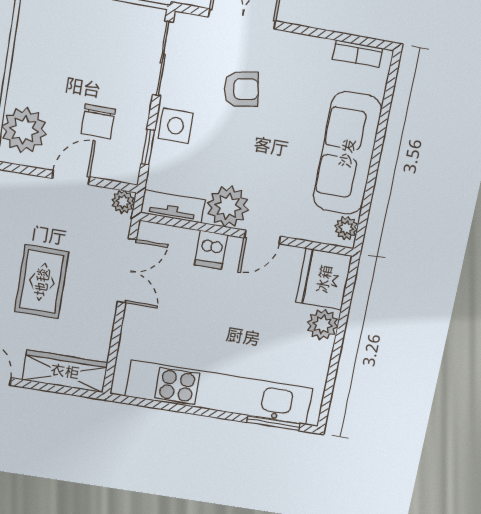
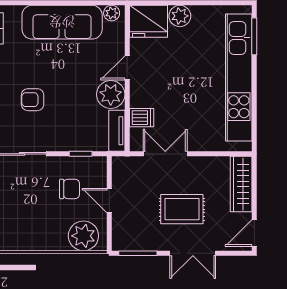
armchair: (241, 89) -> (33, 100), turned -81
side table: (176, 126) -> (64, 138), removed
plant: (123, 202) -> (119, 164), removed
door: (262, 237) -> (127, 68), swing flipped
dishwasher: (211, 250) -> (142, 118), moved

